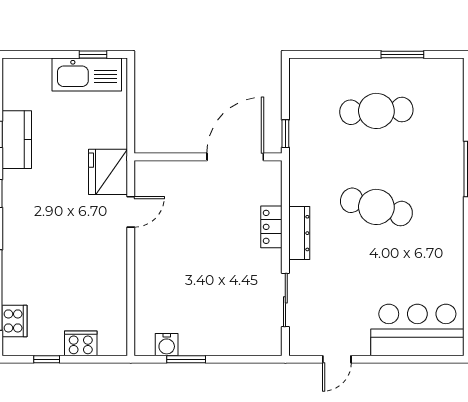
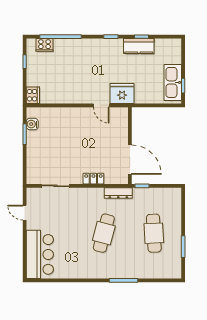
dresser: (299, 233) -> (118, 193), moved
cooker: (81, 343) -> (33, 95), moved

